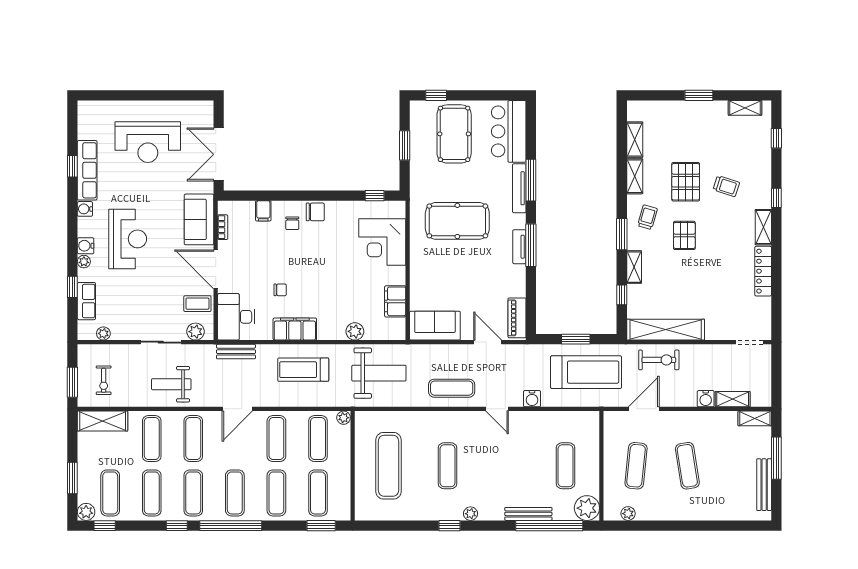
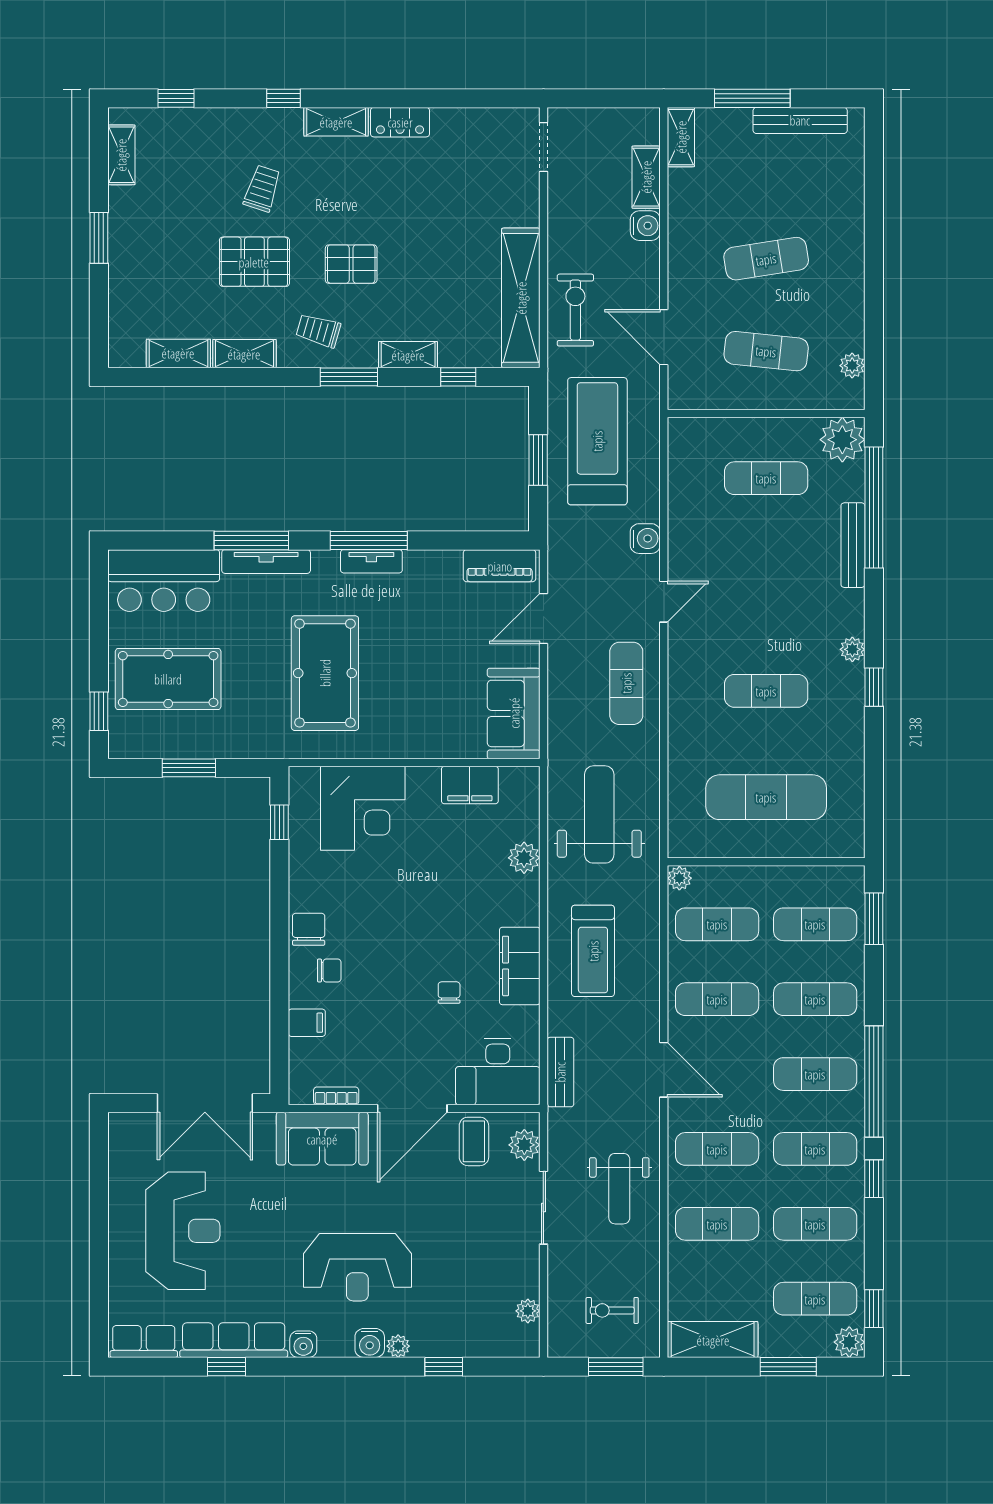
reception desk: (128, 239) -> (357, 1267), turned 180
locker: (763, 271) -> (400, 122), width x0.66
row of seats: (86, 301) -> (144, 1341), moved
exercise bike: (104, 380) -> (612, 1310), turned 180
shelving: (103, 421) -> (713, 1340), moved, turned 90

